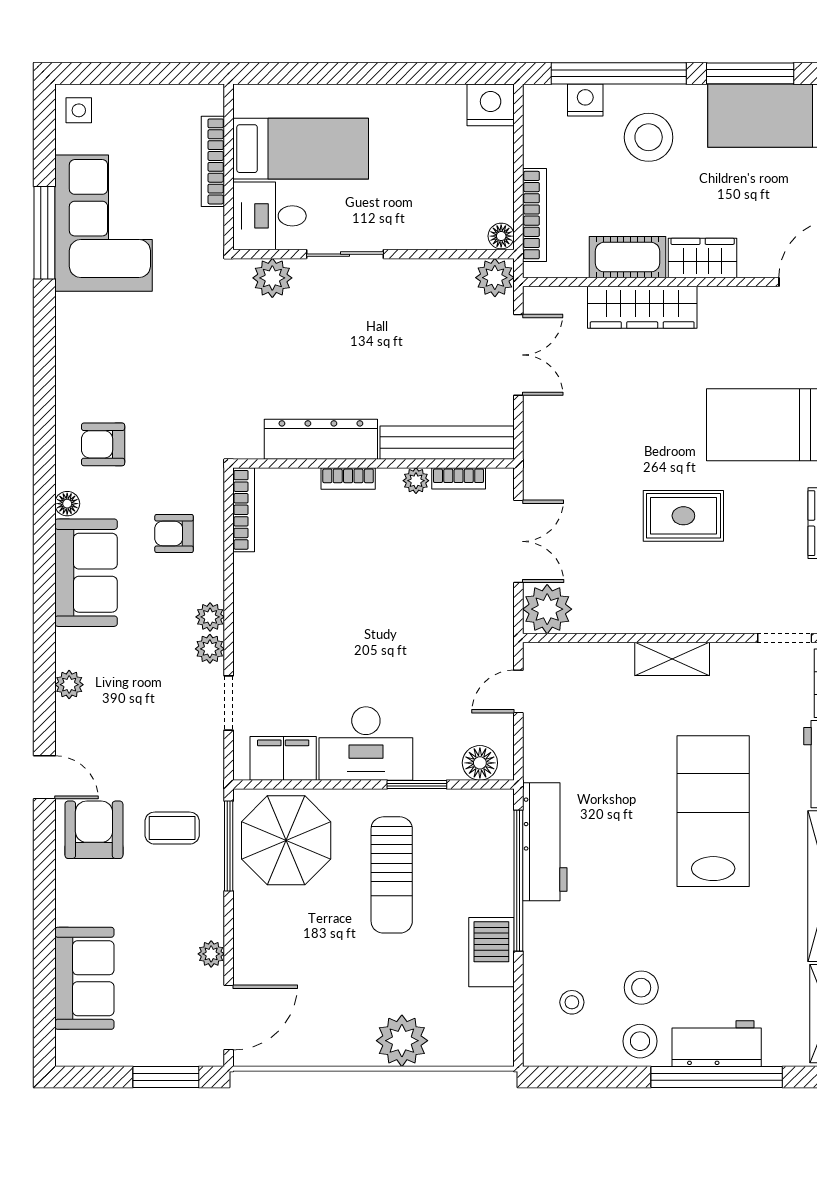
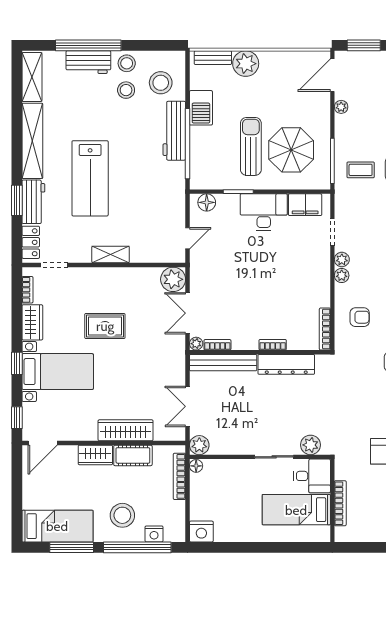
plant: (416, 481) -> (196, 344), moved
parasol: (286, 840) -> (291, 150), moved
workbench: (545, 842) -> (174, 131), moved
stool: (572, 1002) -> (161, 83), width x1.89, depth x1.89
bench: (468, 1052) -> (213, 58), added

